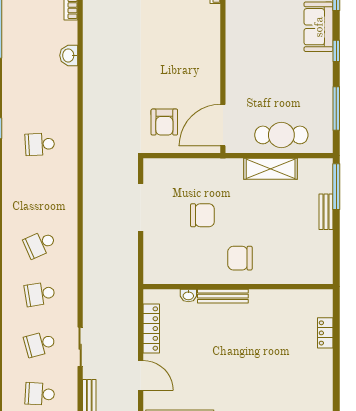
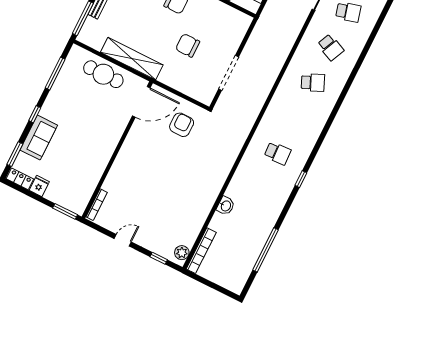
shelving: (271, 169) -> (132, 59), width x1.47
school desk: (40, 294) -> (331, 47), turned 33

